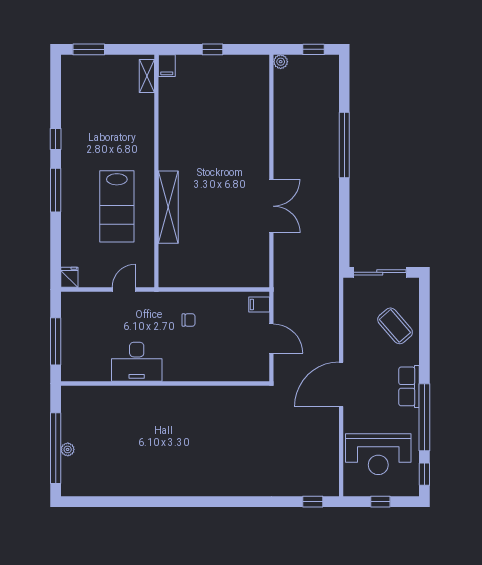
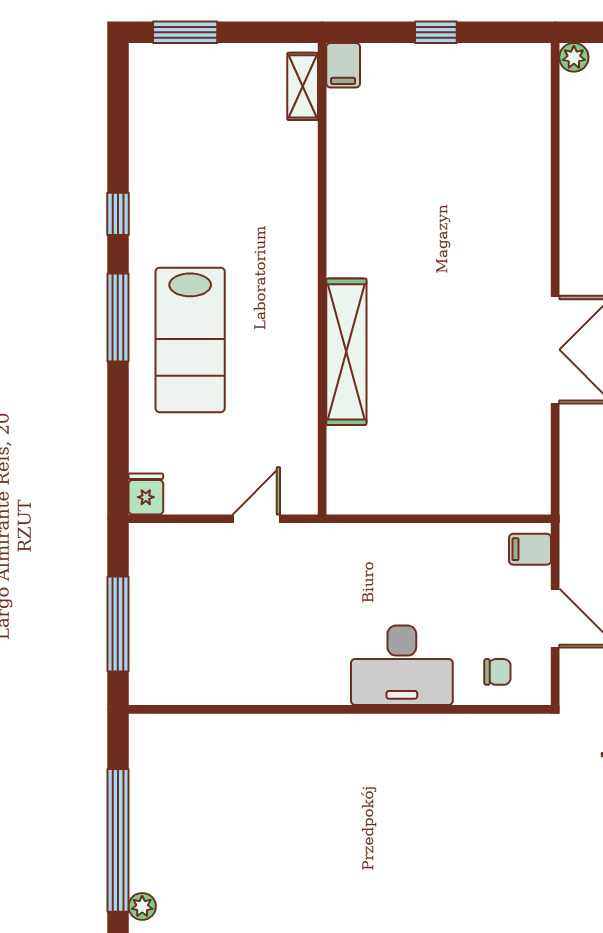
lab bench: (117, 206) -> (190, 340), moved
chair: (189, 320) -> (497, 672), moved
desk: (137, 362) -> (402, 665), moved
plant: (68, 449) -> (142, 906), moved

